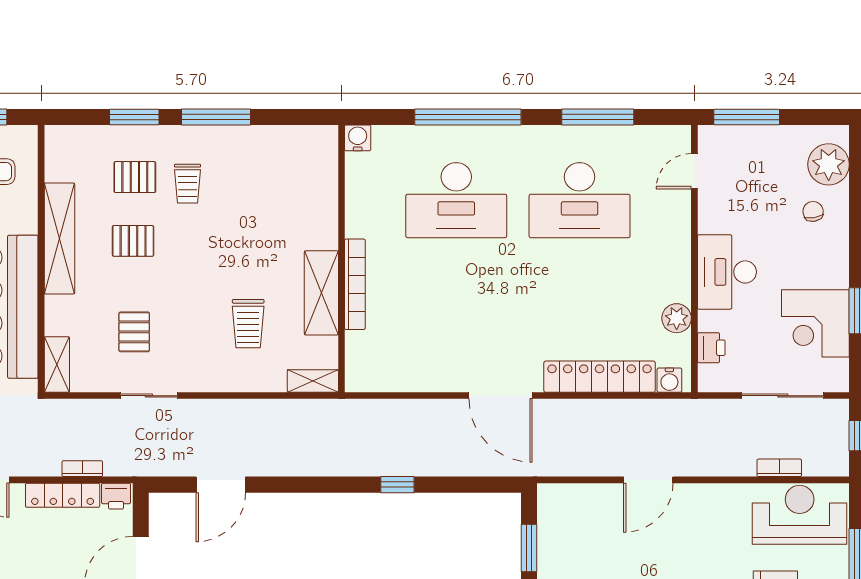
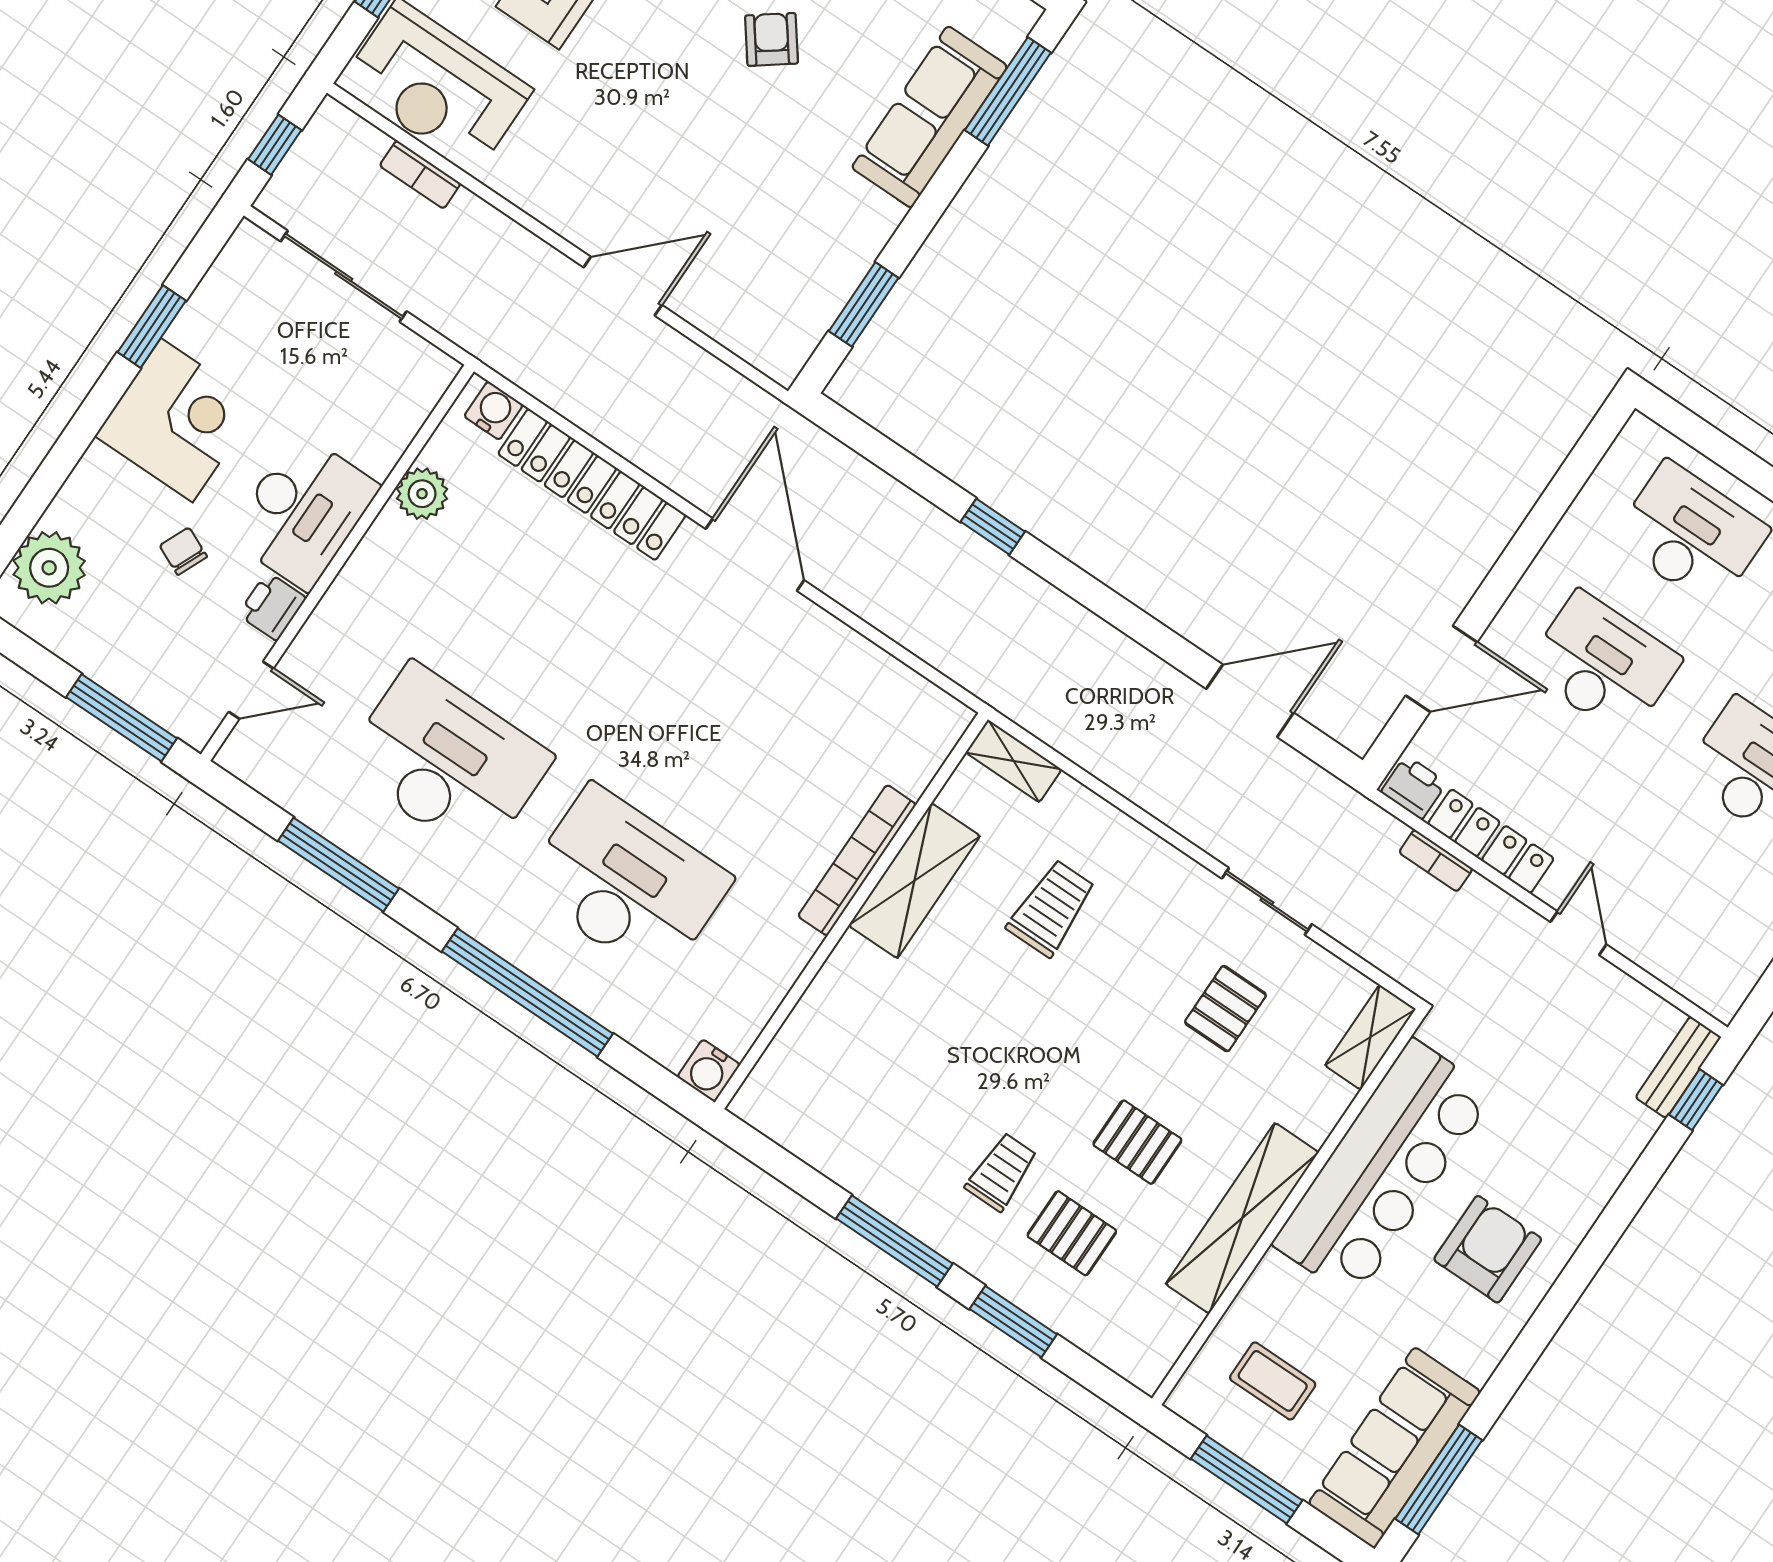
chair: (813, 211) -> (183, 551), moved, turned 123
corner desk: (815, 323) -> (177, 420), moved
printer: (711, 348) -> (272, 606), moved

